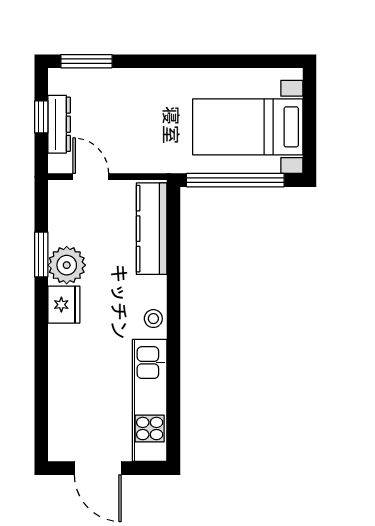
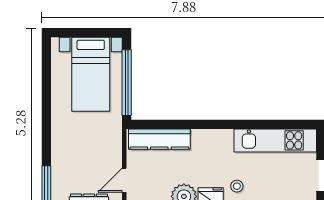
stool: (153, 319) -> (237, 186), moved

